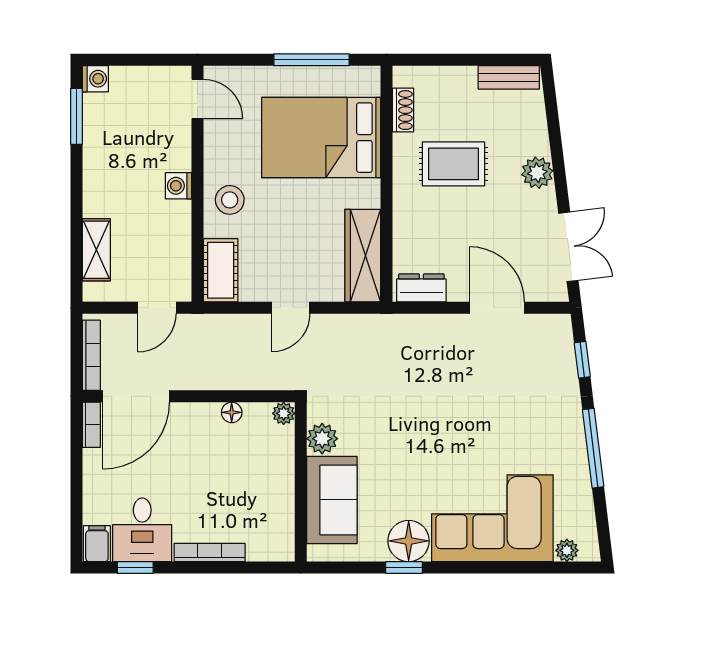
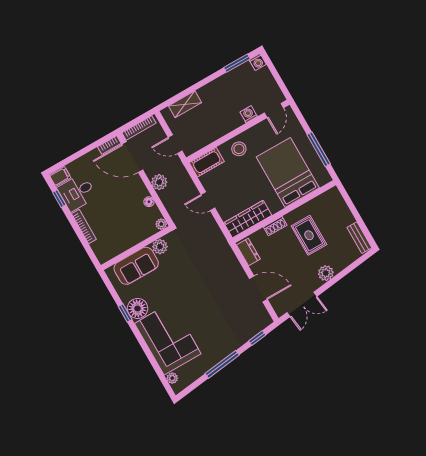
shoe rack: (403, 110) -> (275, 226), moved
washing machine: (178, 186) -> (249, 114), moved
door: (497, 308) -> (258, 289), hinge flipped
plant: (208, 374) -> (159, 182), added

